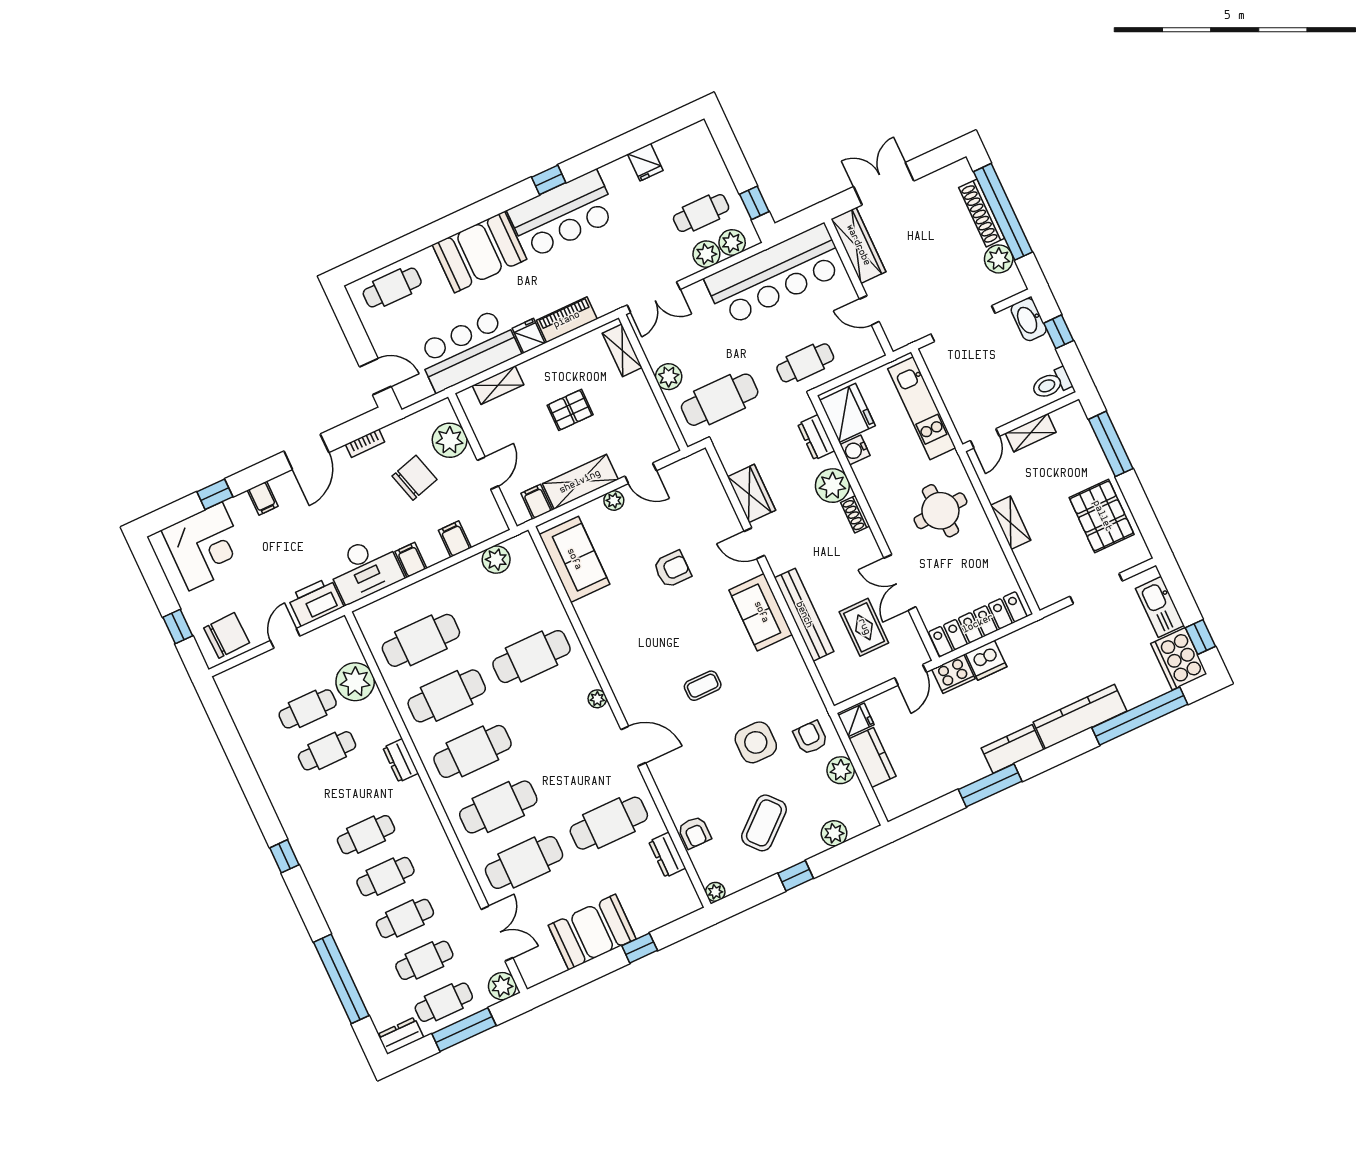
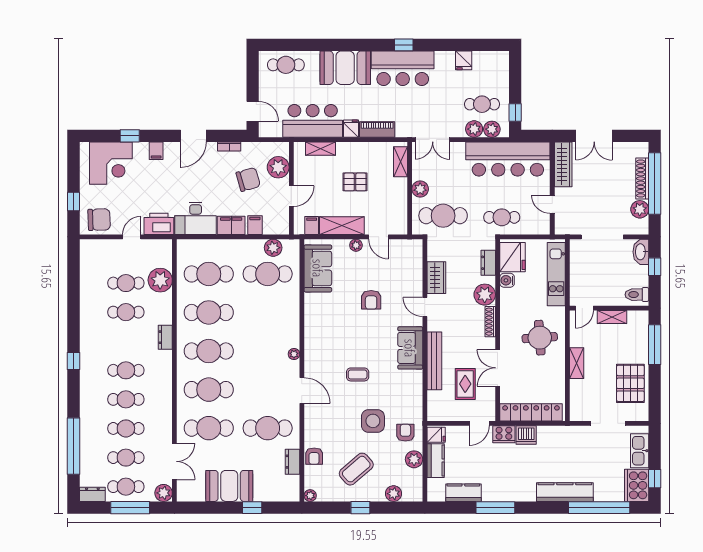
double door: (884, 184) -> (594, 136), swing flipped
shoe rack: (855, 514) -> (490, 322), width x1.43
filing cabinet: (411, 560) -> (231, 225), width x2.00
armchair: (672, 569) -> (371, 300), turned 90
cafe table: (532, 657) -> (268, 274), moved
kitchen counter: (1013, 749) -> (463, 493), moved

